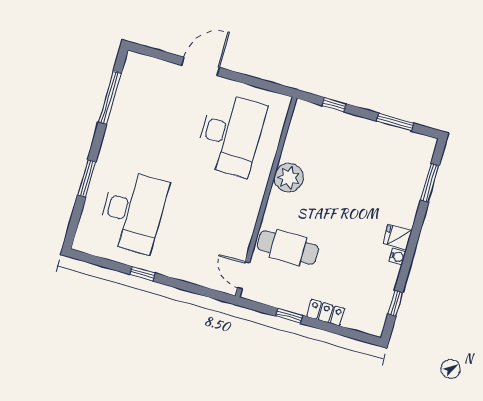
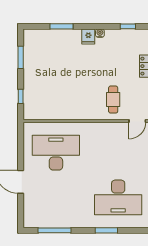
plant: (289, 178) -> (72, 111), removed
window: (430, 183) -> (62, 26), moved
desk: (133, 211) -> (118, 197), turned 180
cafe table: (288, 247) -> (113, 100), width x0.73, depth x0.74

